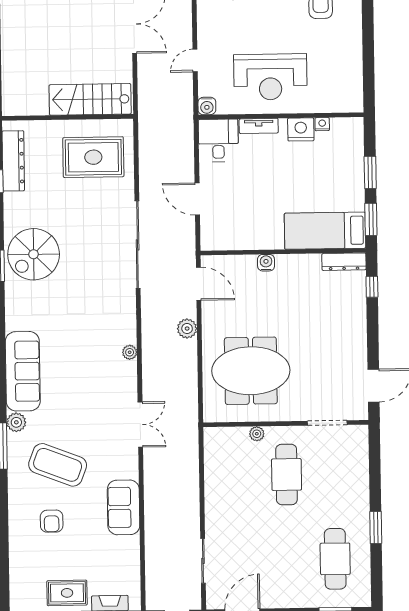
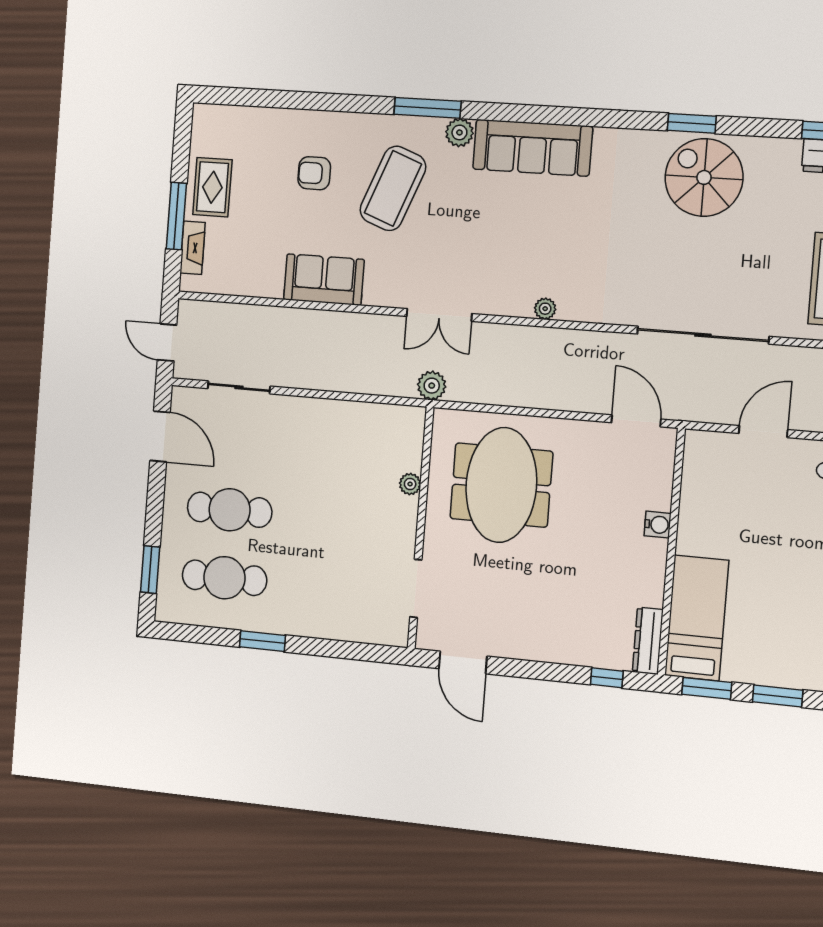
door: (199, 284) -> (636, 421), swing flipped
plant: (187, 329) -> (432, 386), moved
cafe table: (287, 474) -> (230, 510), moved

